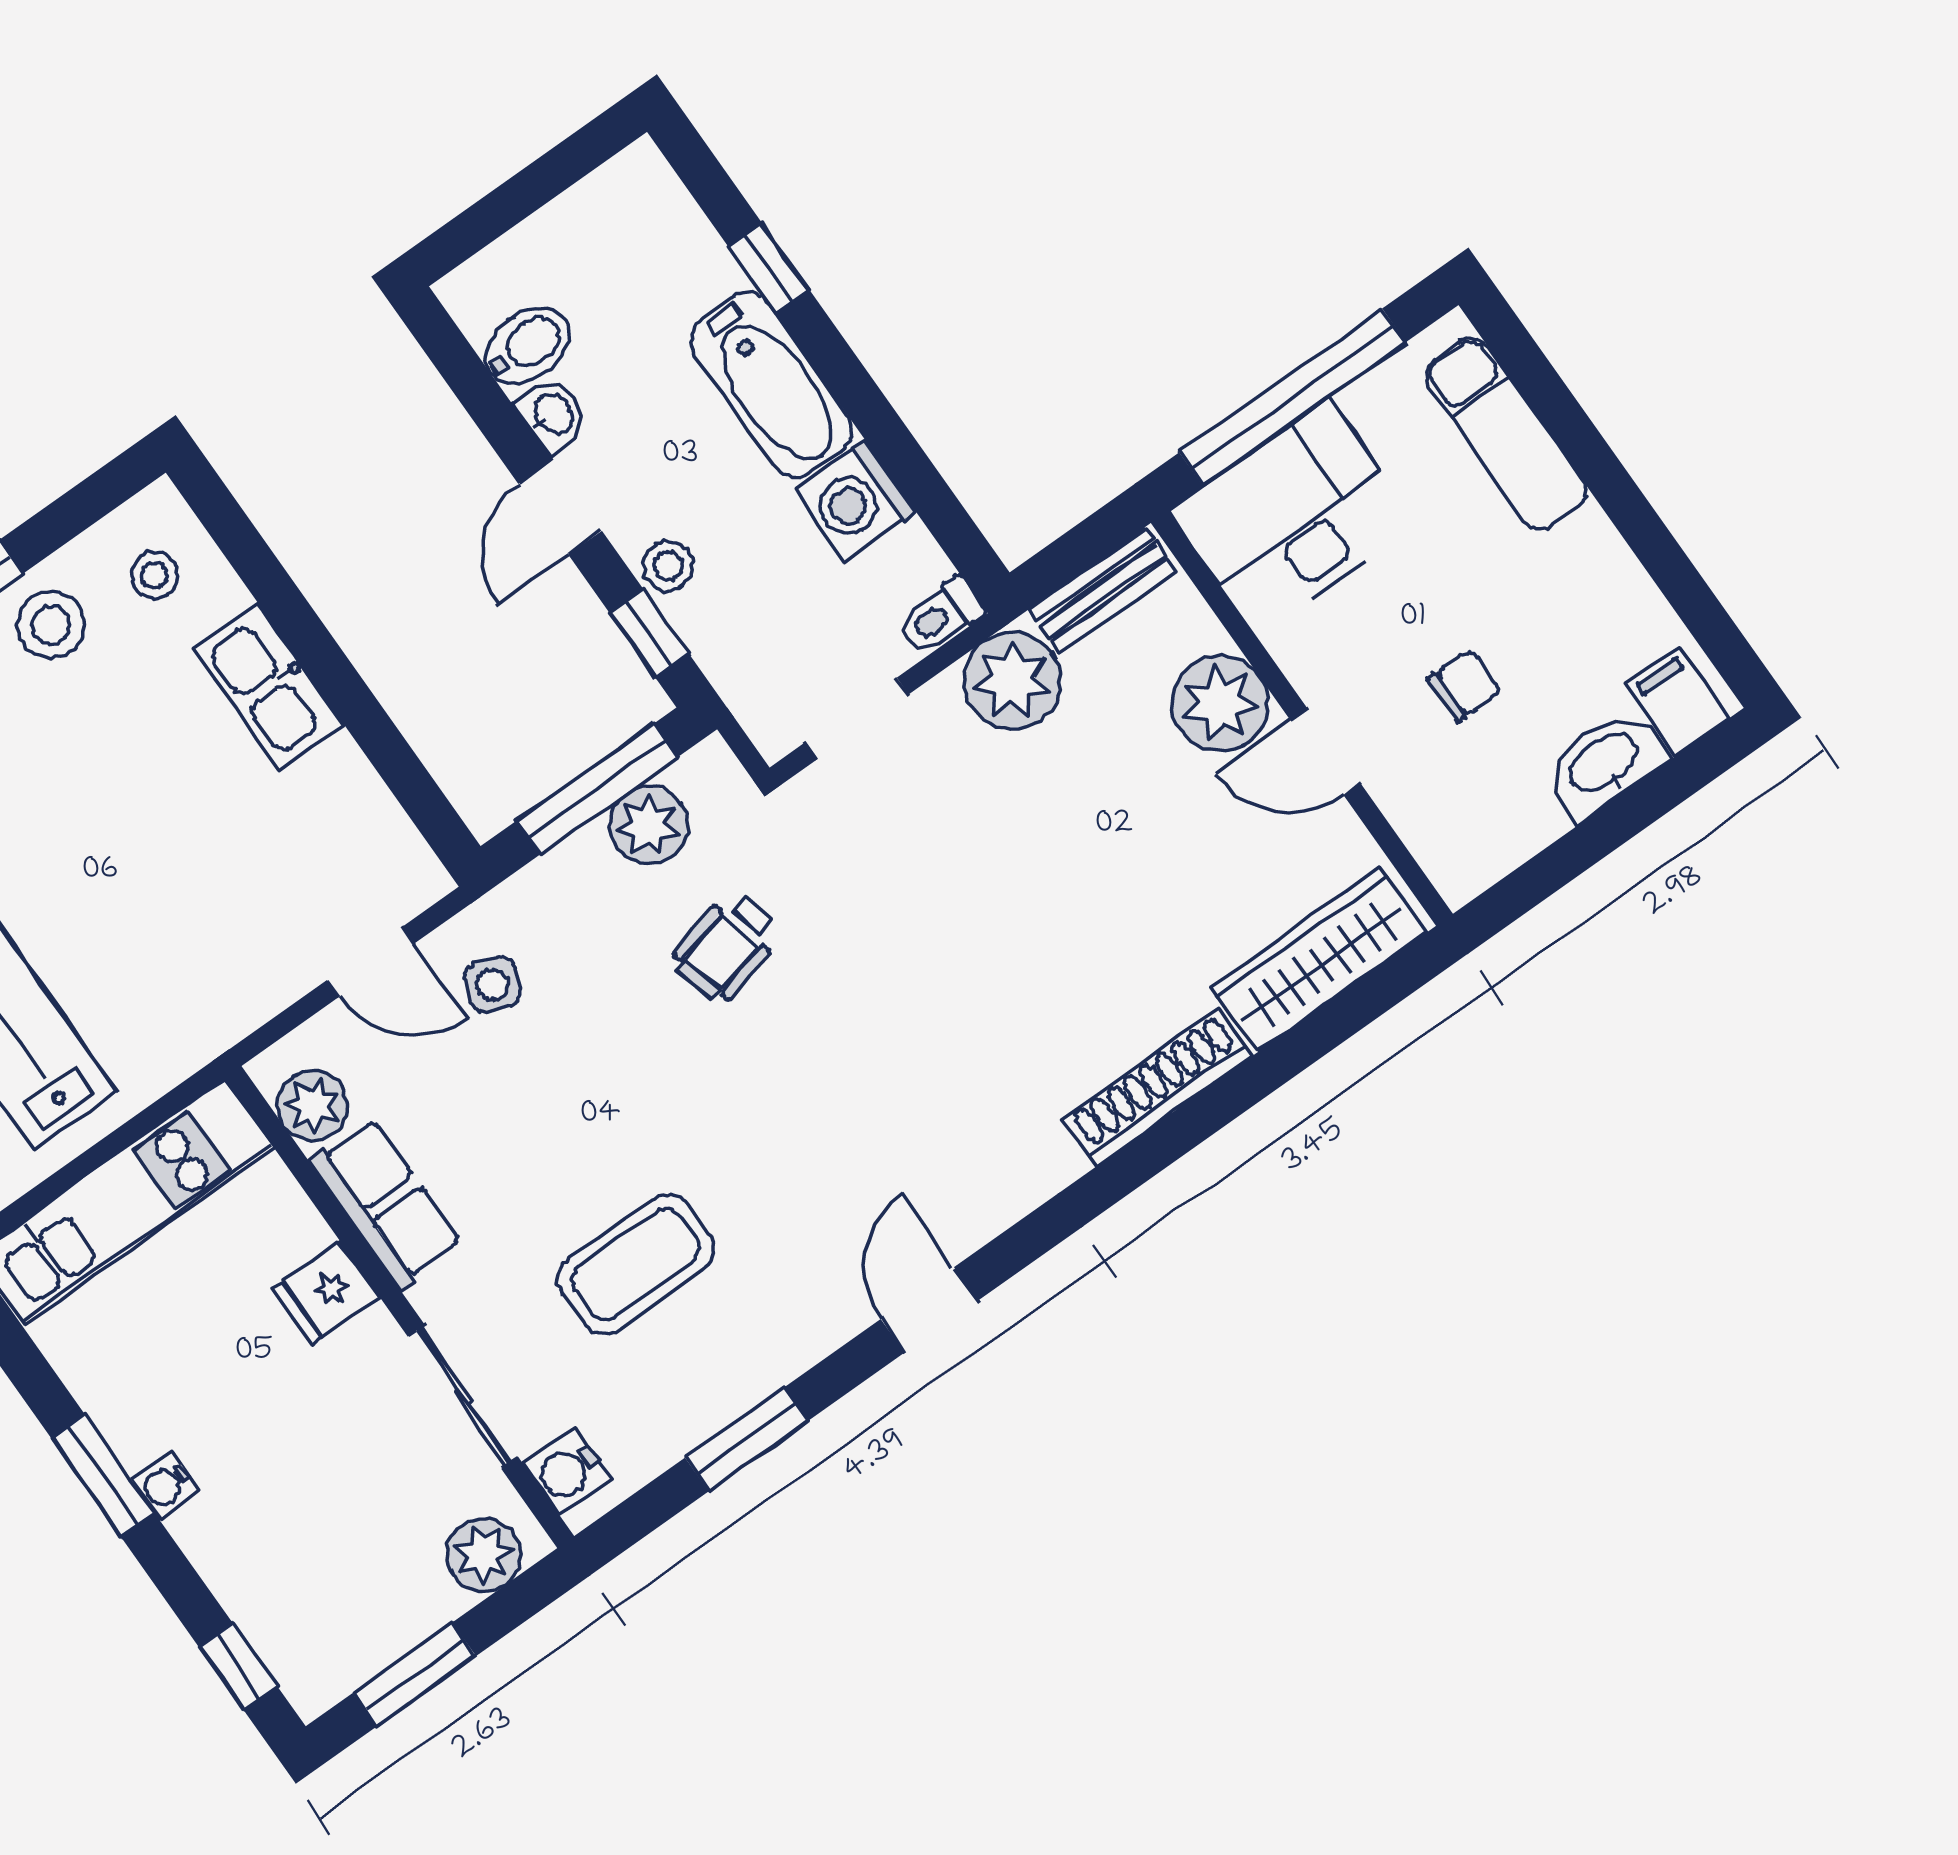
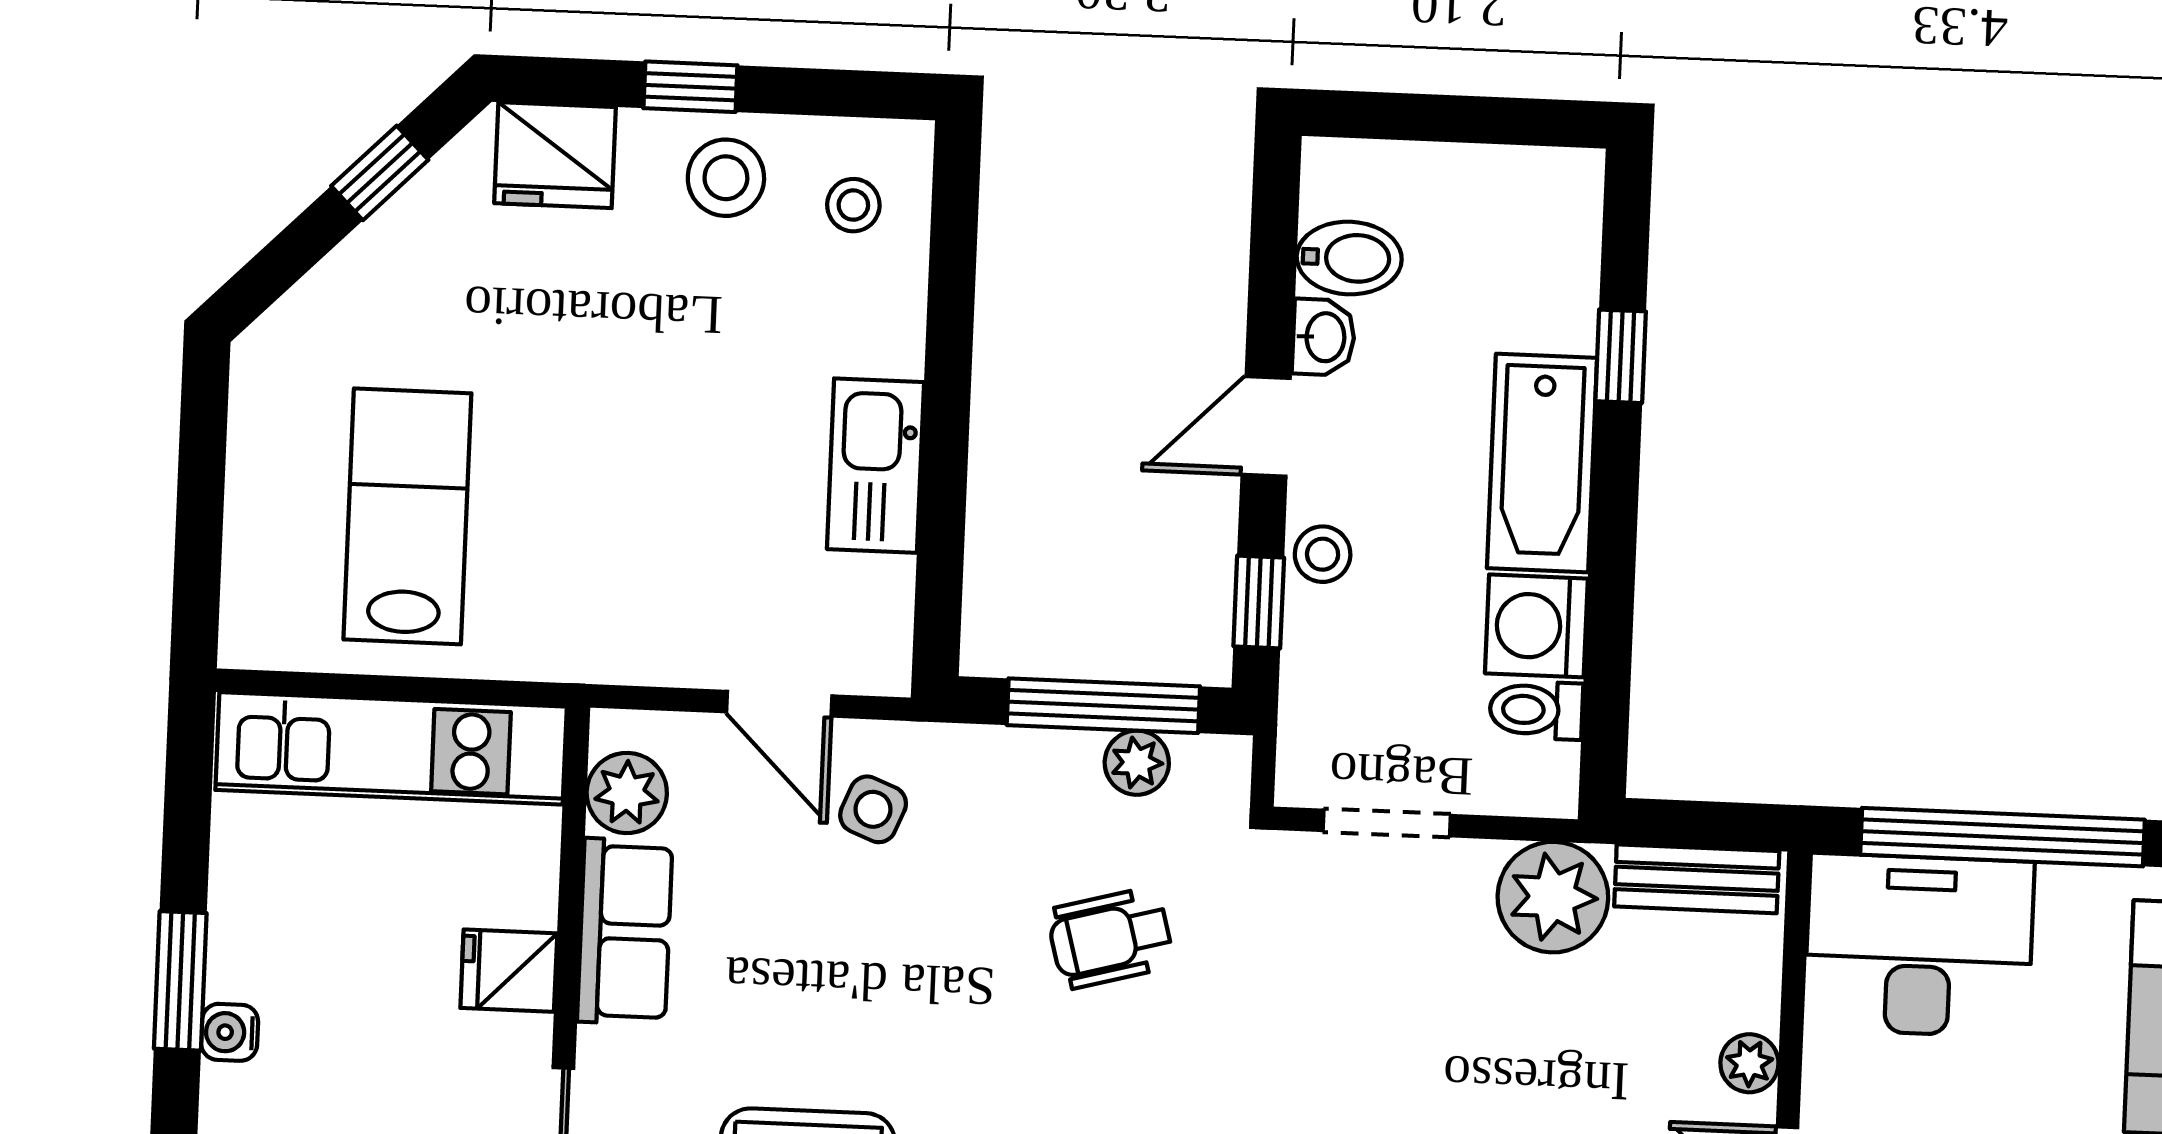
toilet: (940, 616) -> (1536, 710), moved
kitchen sink: (269, 686) -> (876, 466), moved
plant: (1220, 703) -> (1749, 1063), width x0.53, depth x0.53
plant: (648, 825) -> (1137, 763), width x0.73, depth x0.73

